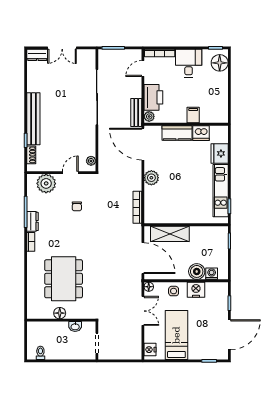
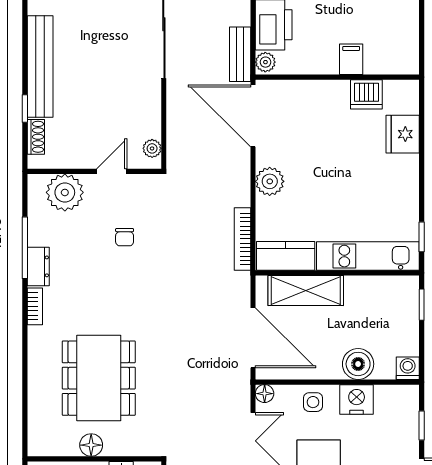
kitchen counter: (177, 133) -> (286, 256), moved, turned 180
kitchen unit: (221, 191) -> (368, 256), moved, turned 90
washing machine: (212, 274) -> (408, 368), moved

